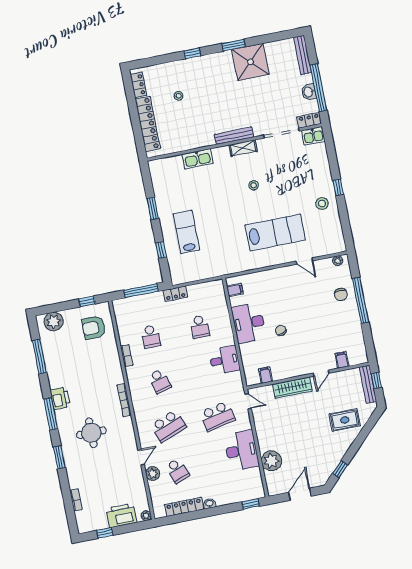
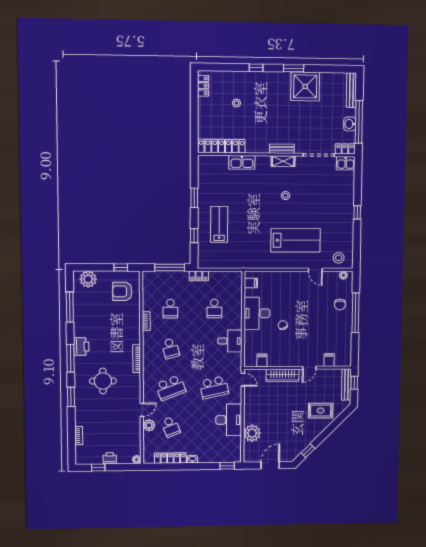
locker: (148, 124) -> (222, 146), moved, turned -90
bench: (234, 136) -> (282, 149), width x0.73
stool: (322, 204) -> (339, 258), moved
printer: (121, 516) -> (110, 458), width x0.53, depth x0.68

